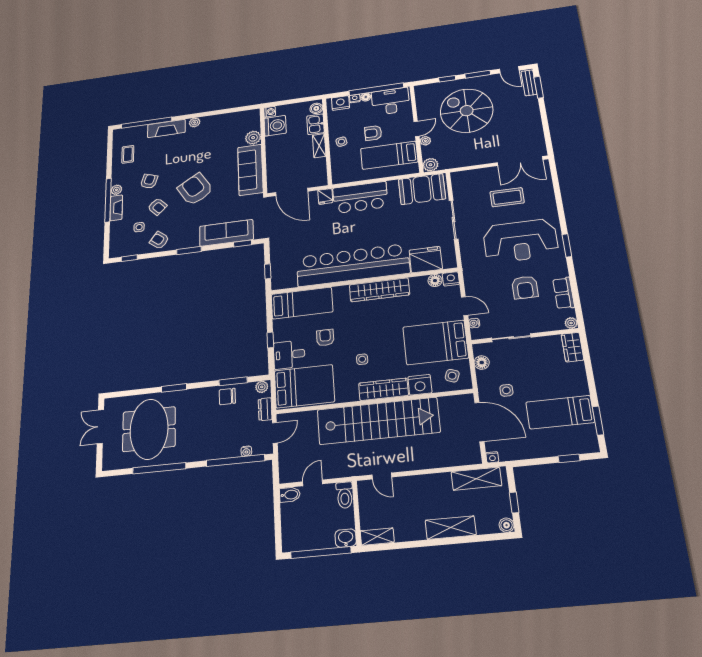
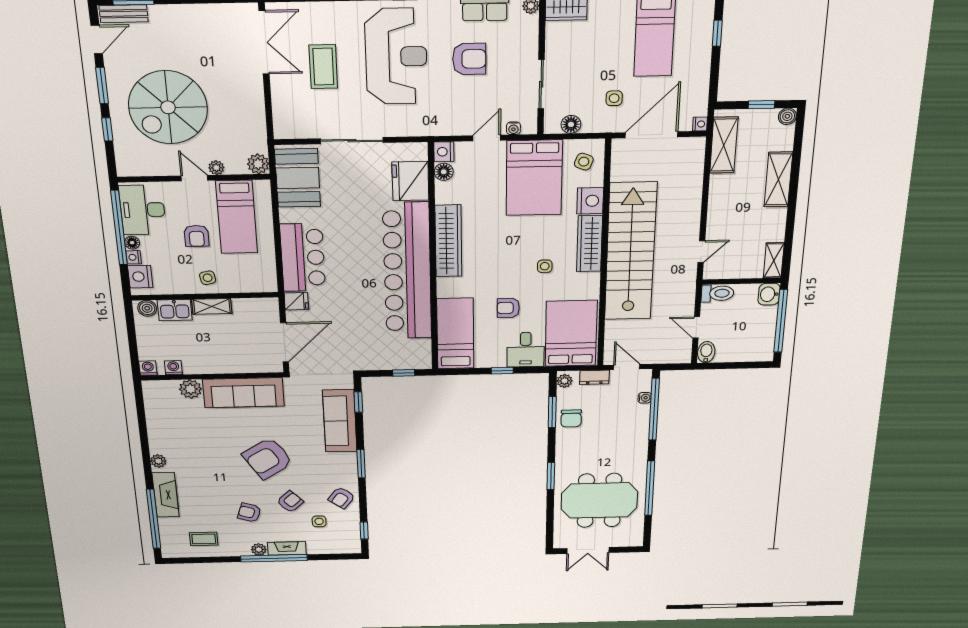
washing machine: (275, 126) -> (173, 368), width x0.53, depth x0.53

